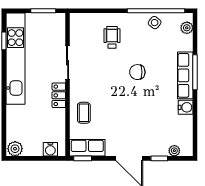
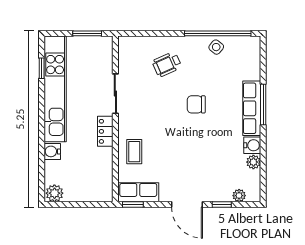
plant: (187, 28) -> (253, 162), moved
wheelchair: (112, 37) -> (167, 64), turned -114
water cooler: (50, 149) -> (52, 151), moved, turned 90

